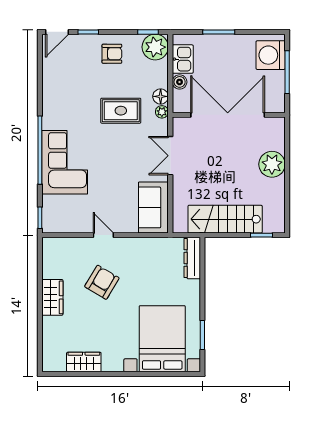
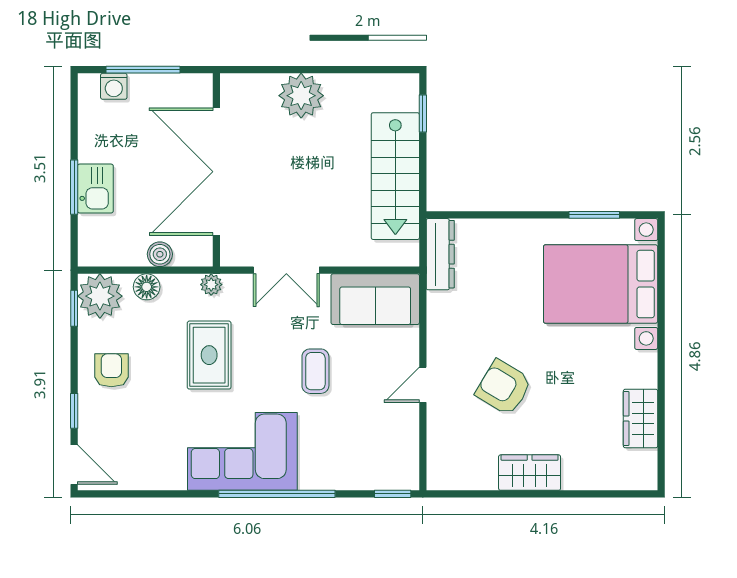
washing machine: (271, 55) -> (114, 86), width x0.53, depth x0.53
kitchen sink: (183, 59) -> (95, 189), moved, turned 90
floor lamp: (161, 96) -> (147, 287), moved
corner sofa: (65, 162) -> (242, 451), moved
coffee table: (111, 173) -> (315, 371), added
dresser: (192, 258) -> (440, 254), moved, turned -90

